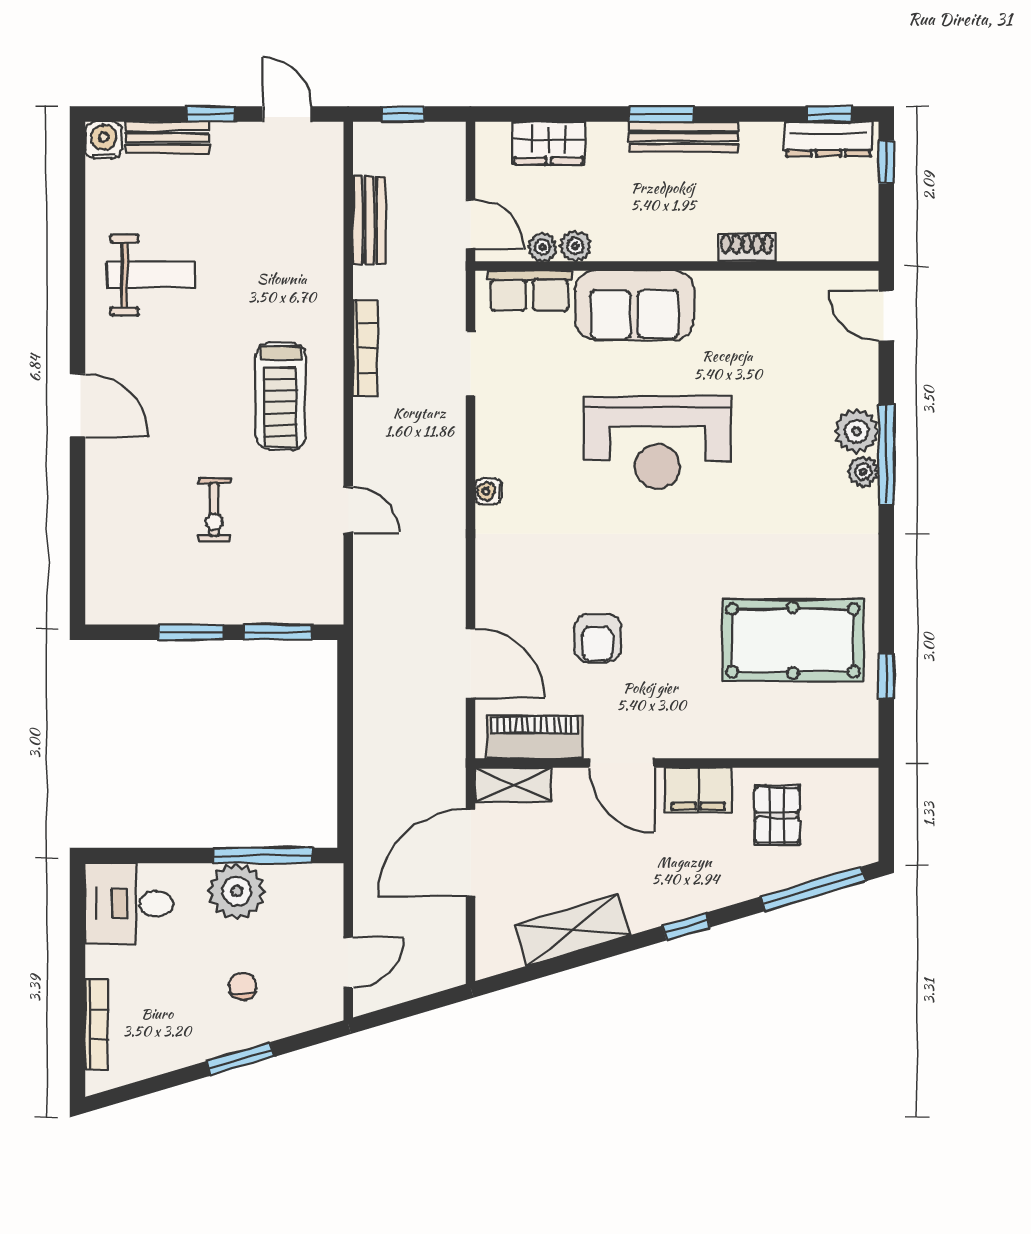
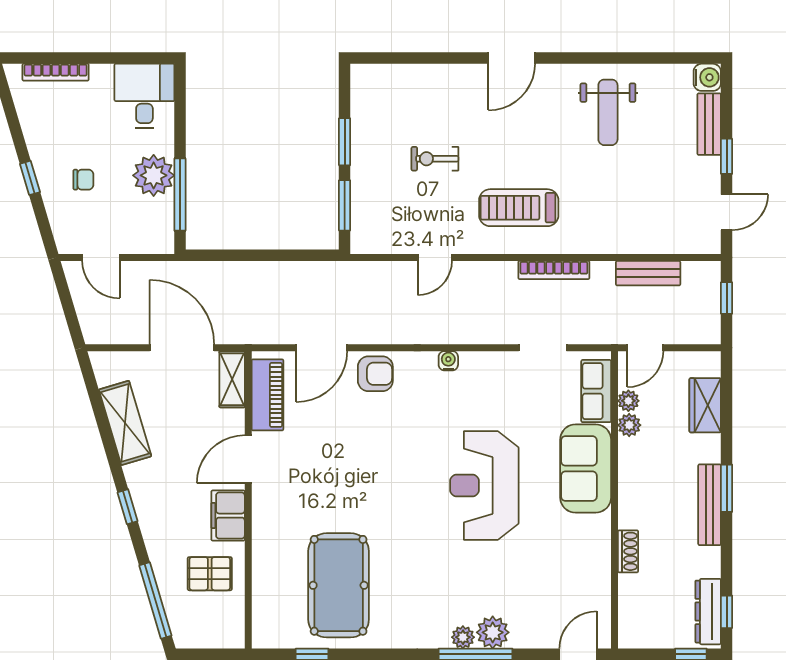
armchair: (597, 638) -> (375, 374), moved, turned 180
window: (240, 1059) -> (30, 178), width x0.67

